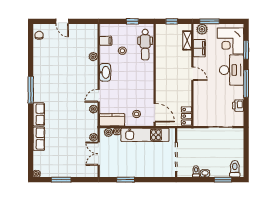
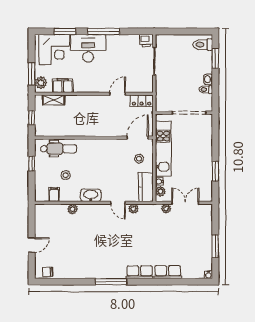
door: (192, 74) -> (118, 94), moved
printer: (238, 106) -> (146, 41), moved
double door: (99, 154) -> (185, 203), swing flipped

